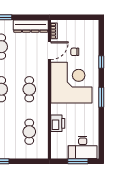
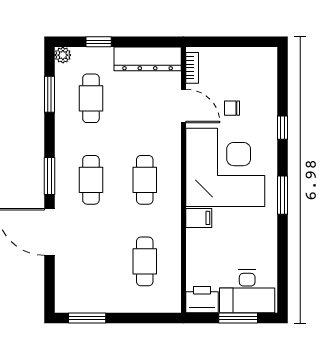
door: (49, 51) -> (184, 106), hinge flipped
filing cabinet: (57, 109) -> (199, 218), added
printer: (58, 123) -> (202, 300), moved, turned -90

